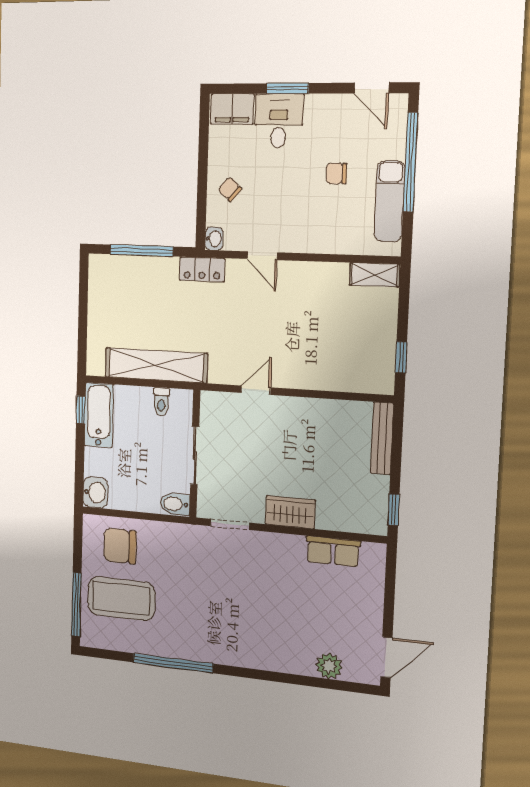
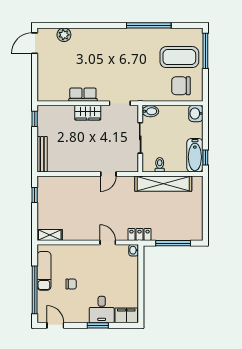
chair: (230, 189) -> (126, 275), removed
chair: (120, 546) -> (181, 86), turned 180
row of seats: (333, 551) -> (83, 95), moved

